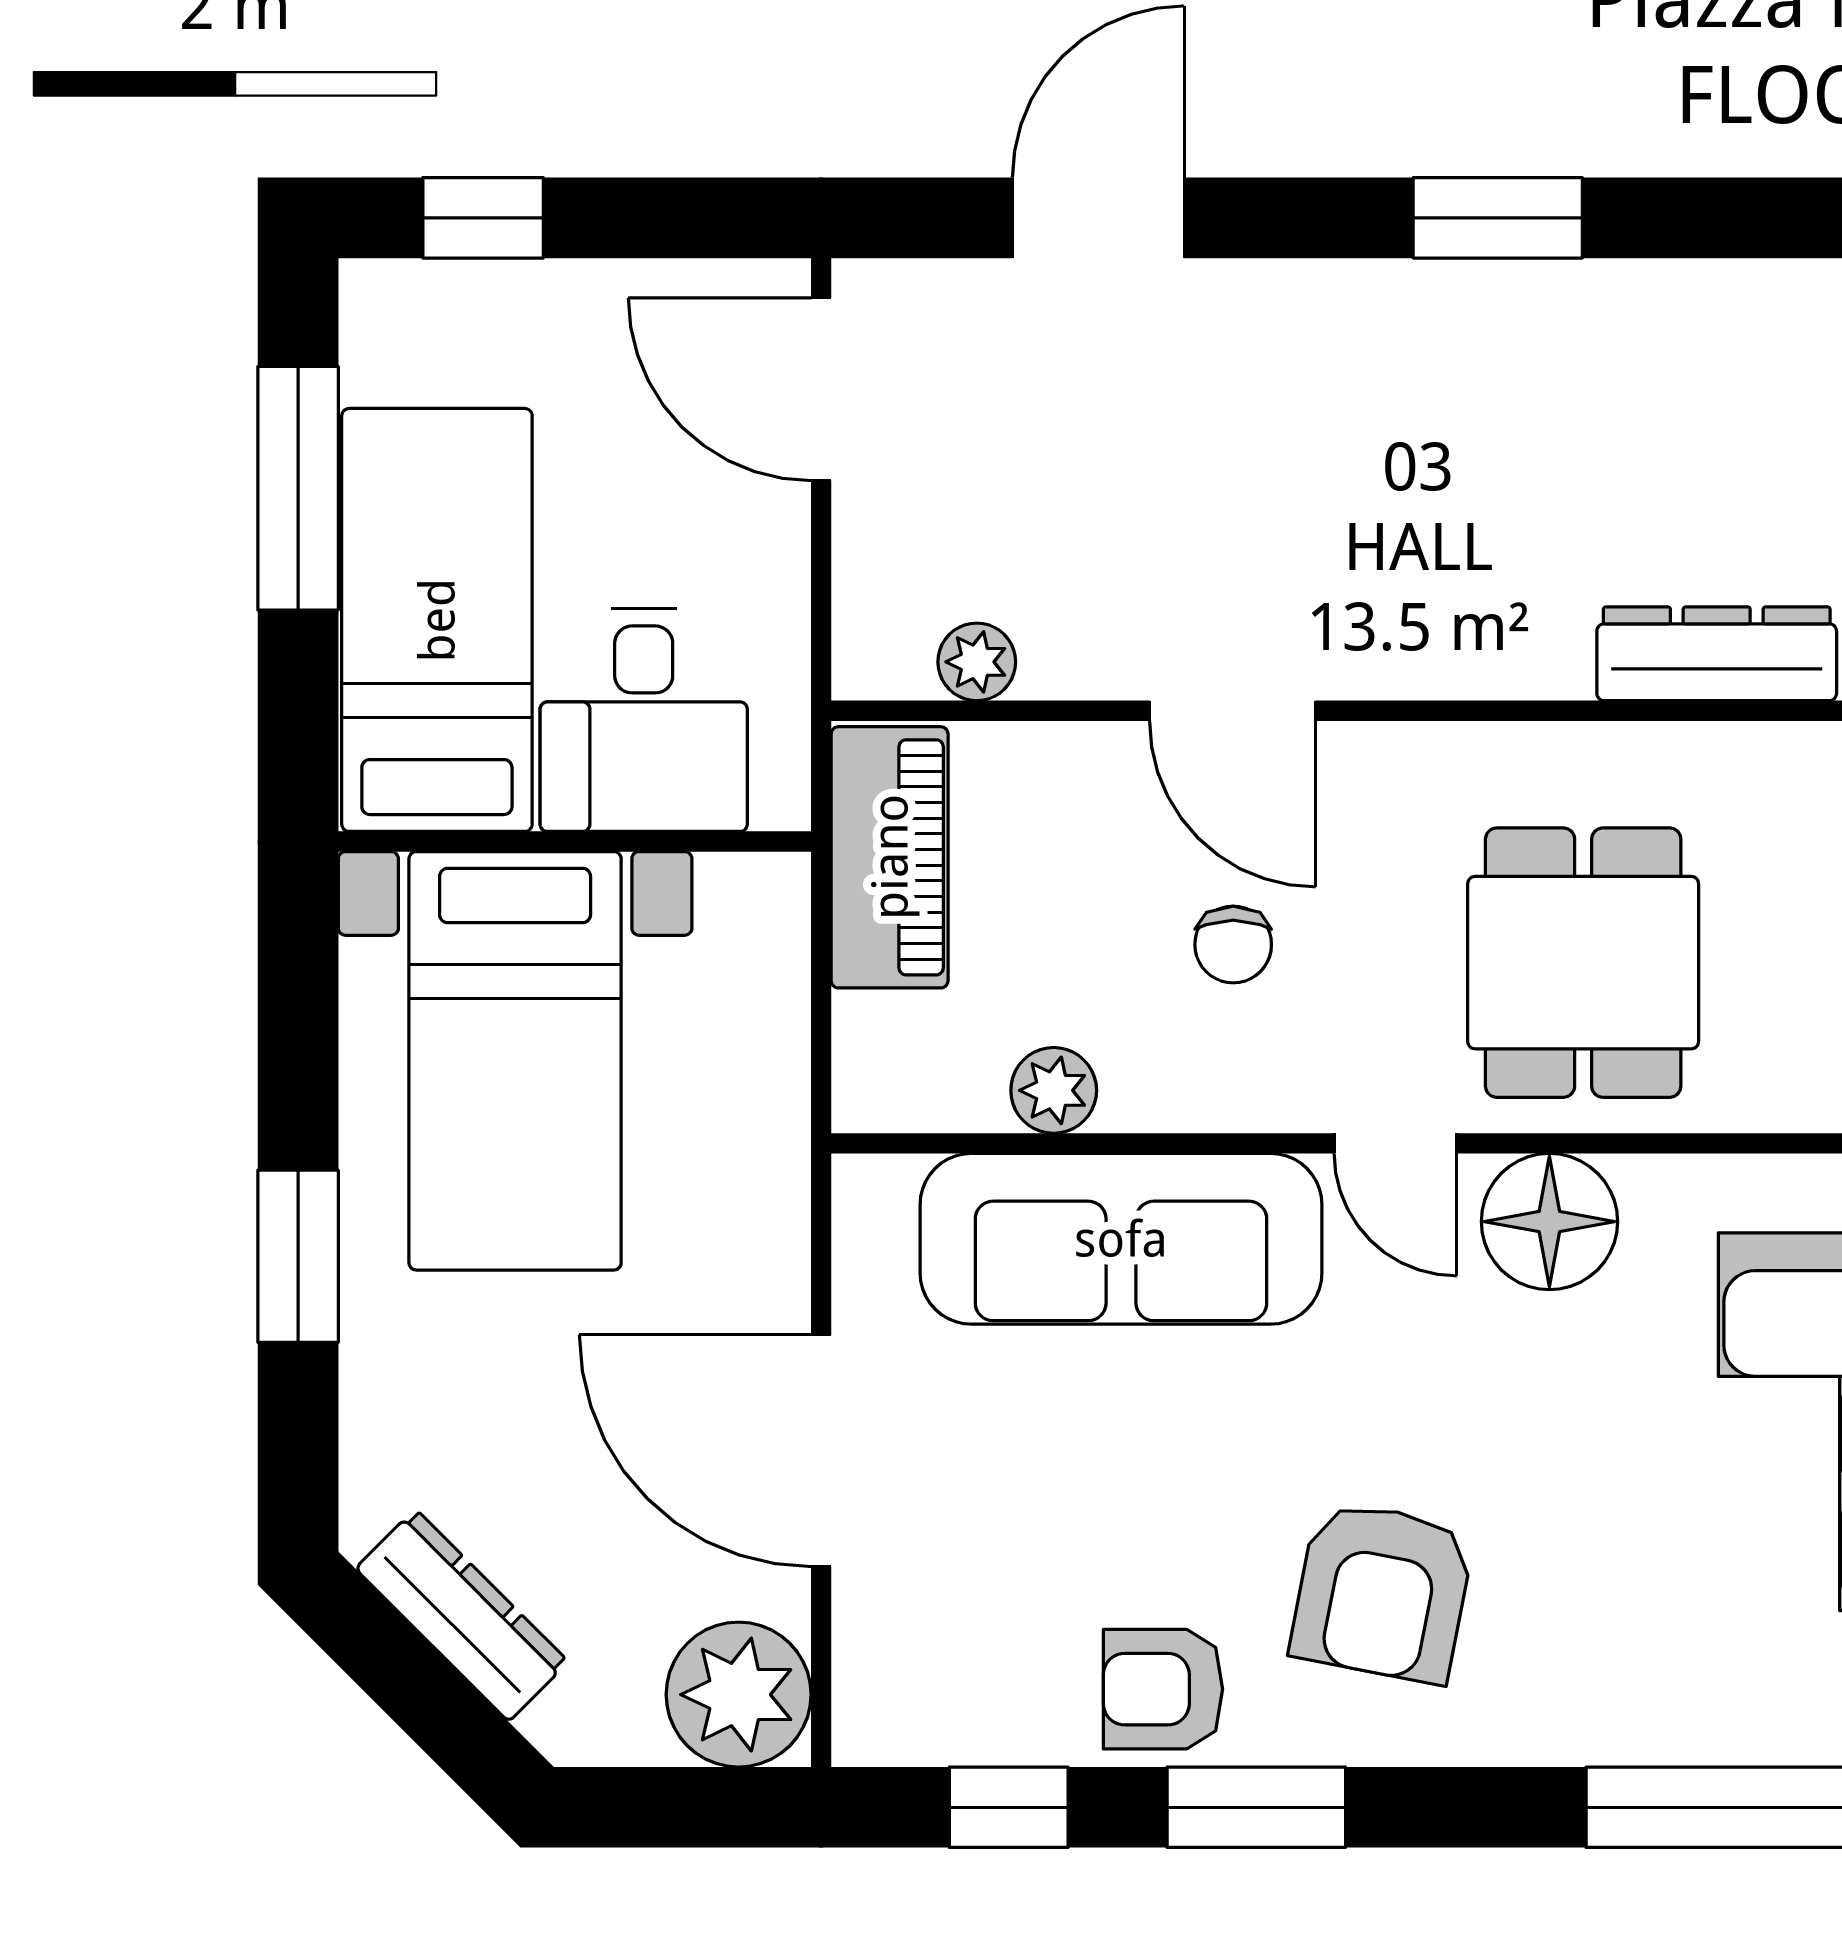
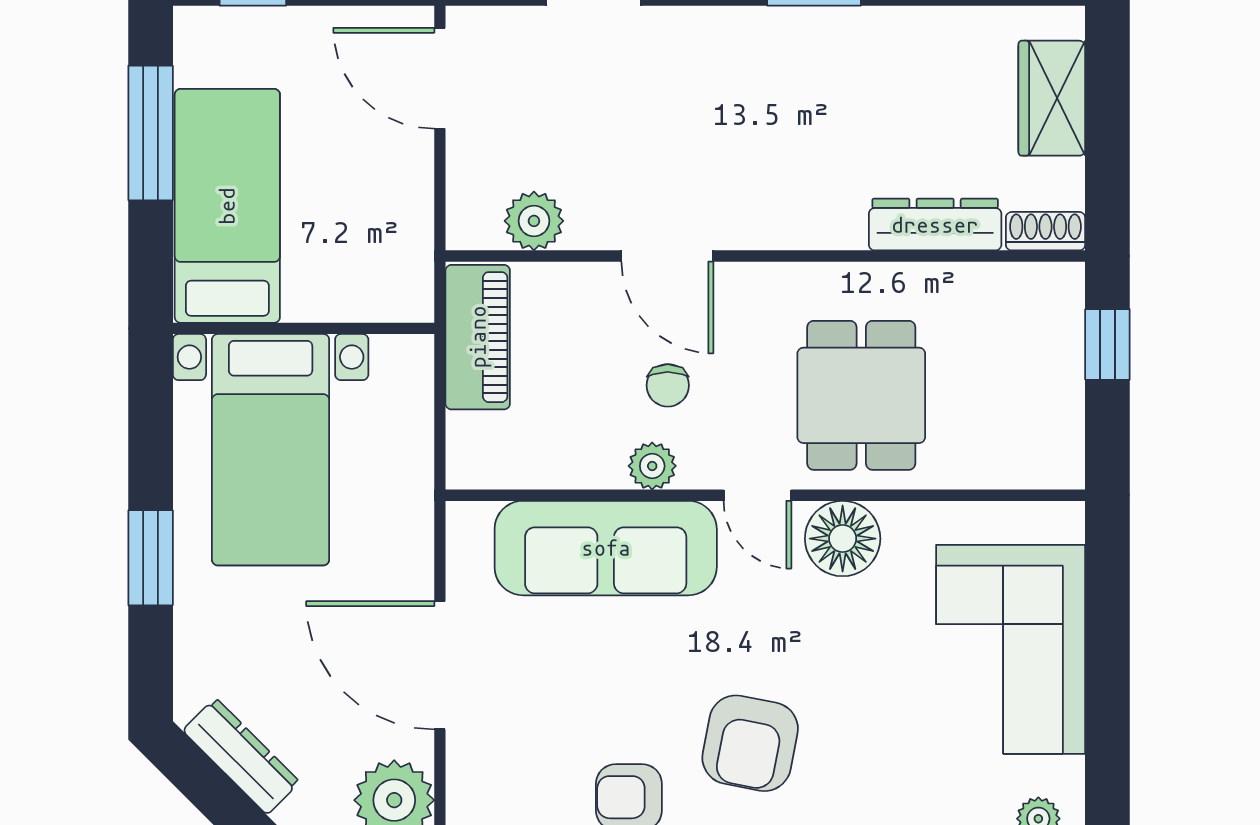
plant: (977, 662) -> (534, 221), width x1.38, depth x1.38
desk: (644, 720) -> (342, 261), removed
plant: (1054, 1090) -> (652, 466), moved

